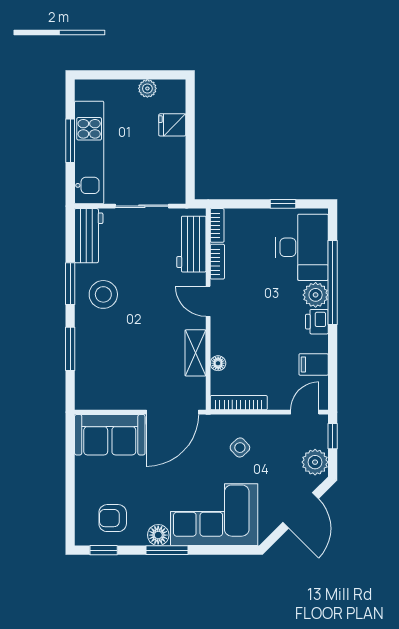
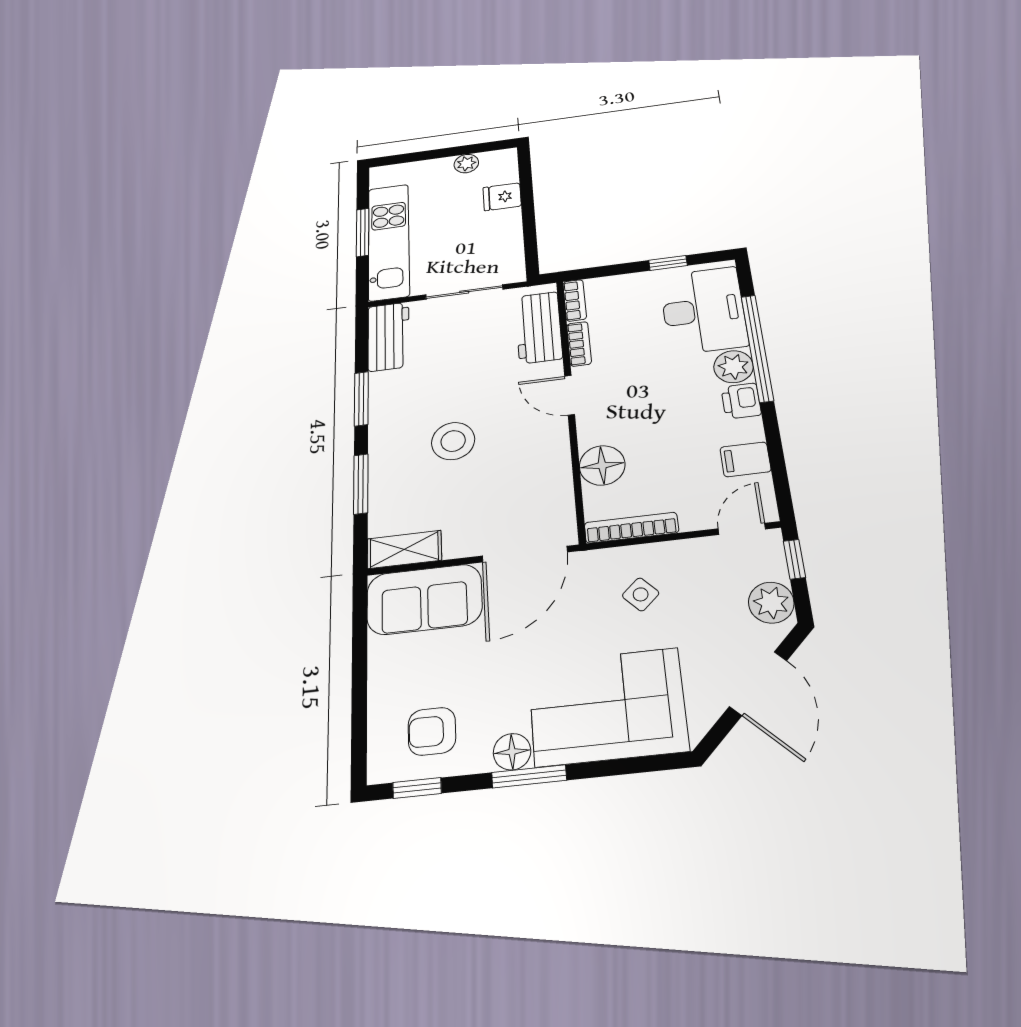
stool: (103, 294) -> (453, 441), moved
shelving: (195, 353) -> (404, 550), moved, turned 90
floor lamp: (218, 363) -> (602, 465), width x1.89, depth x1.89

